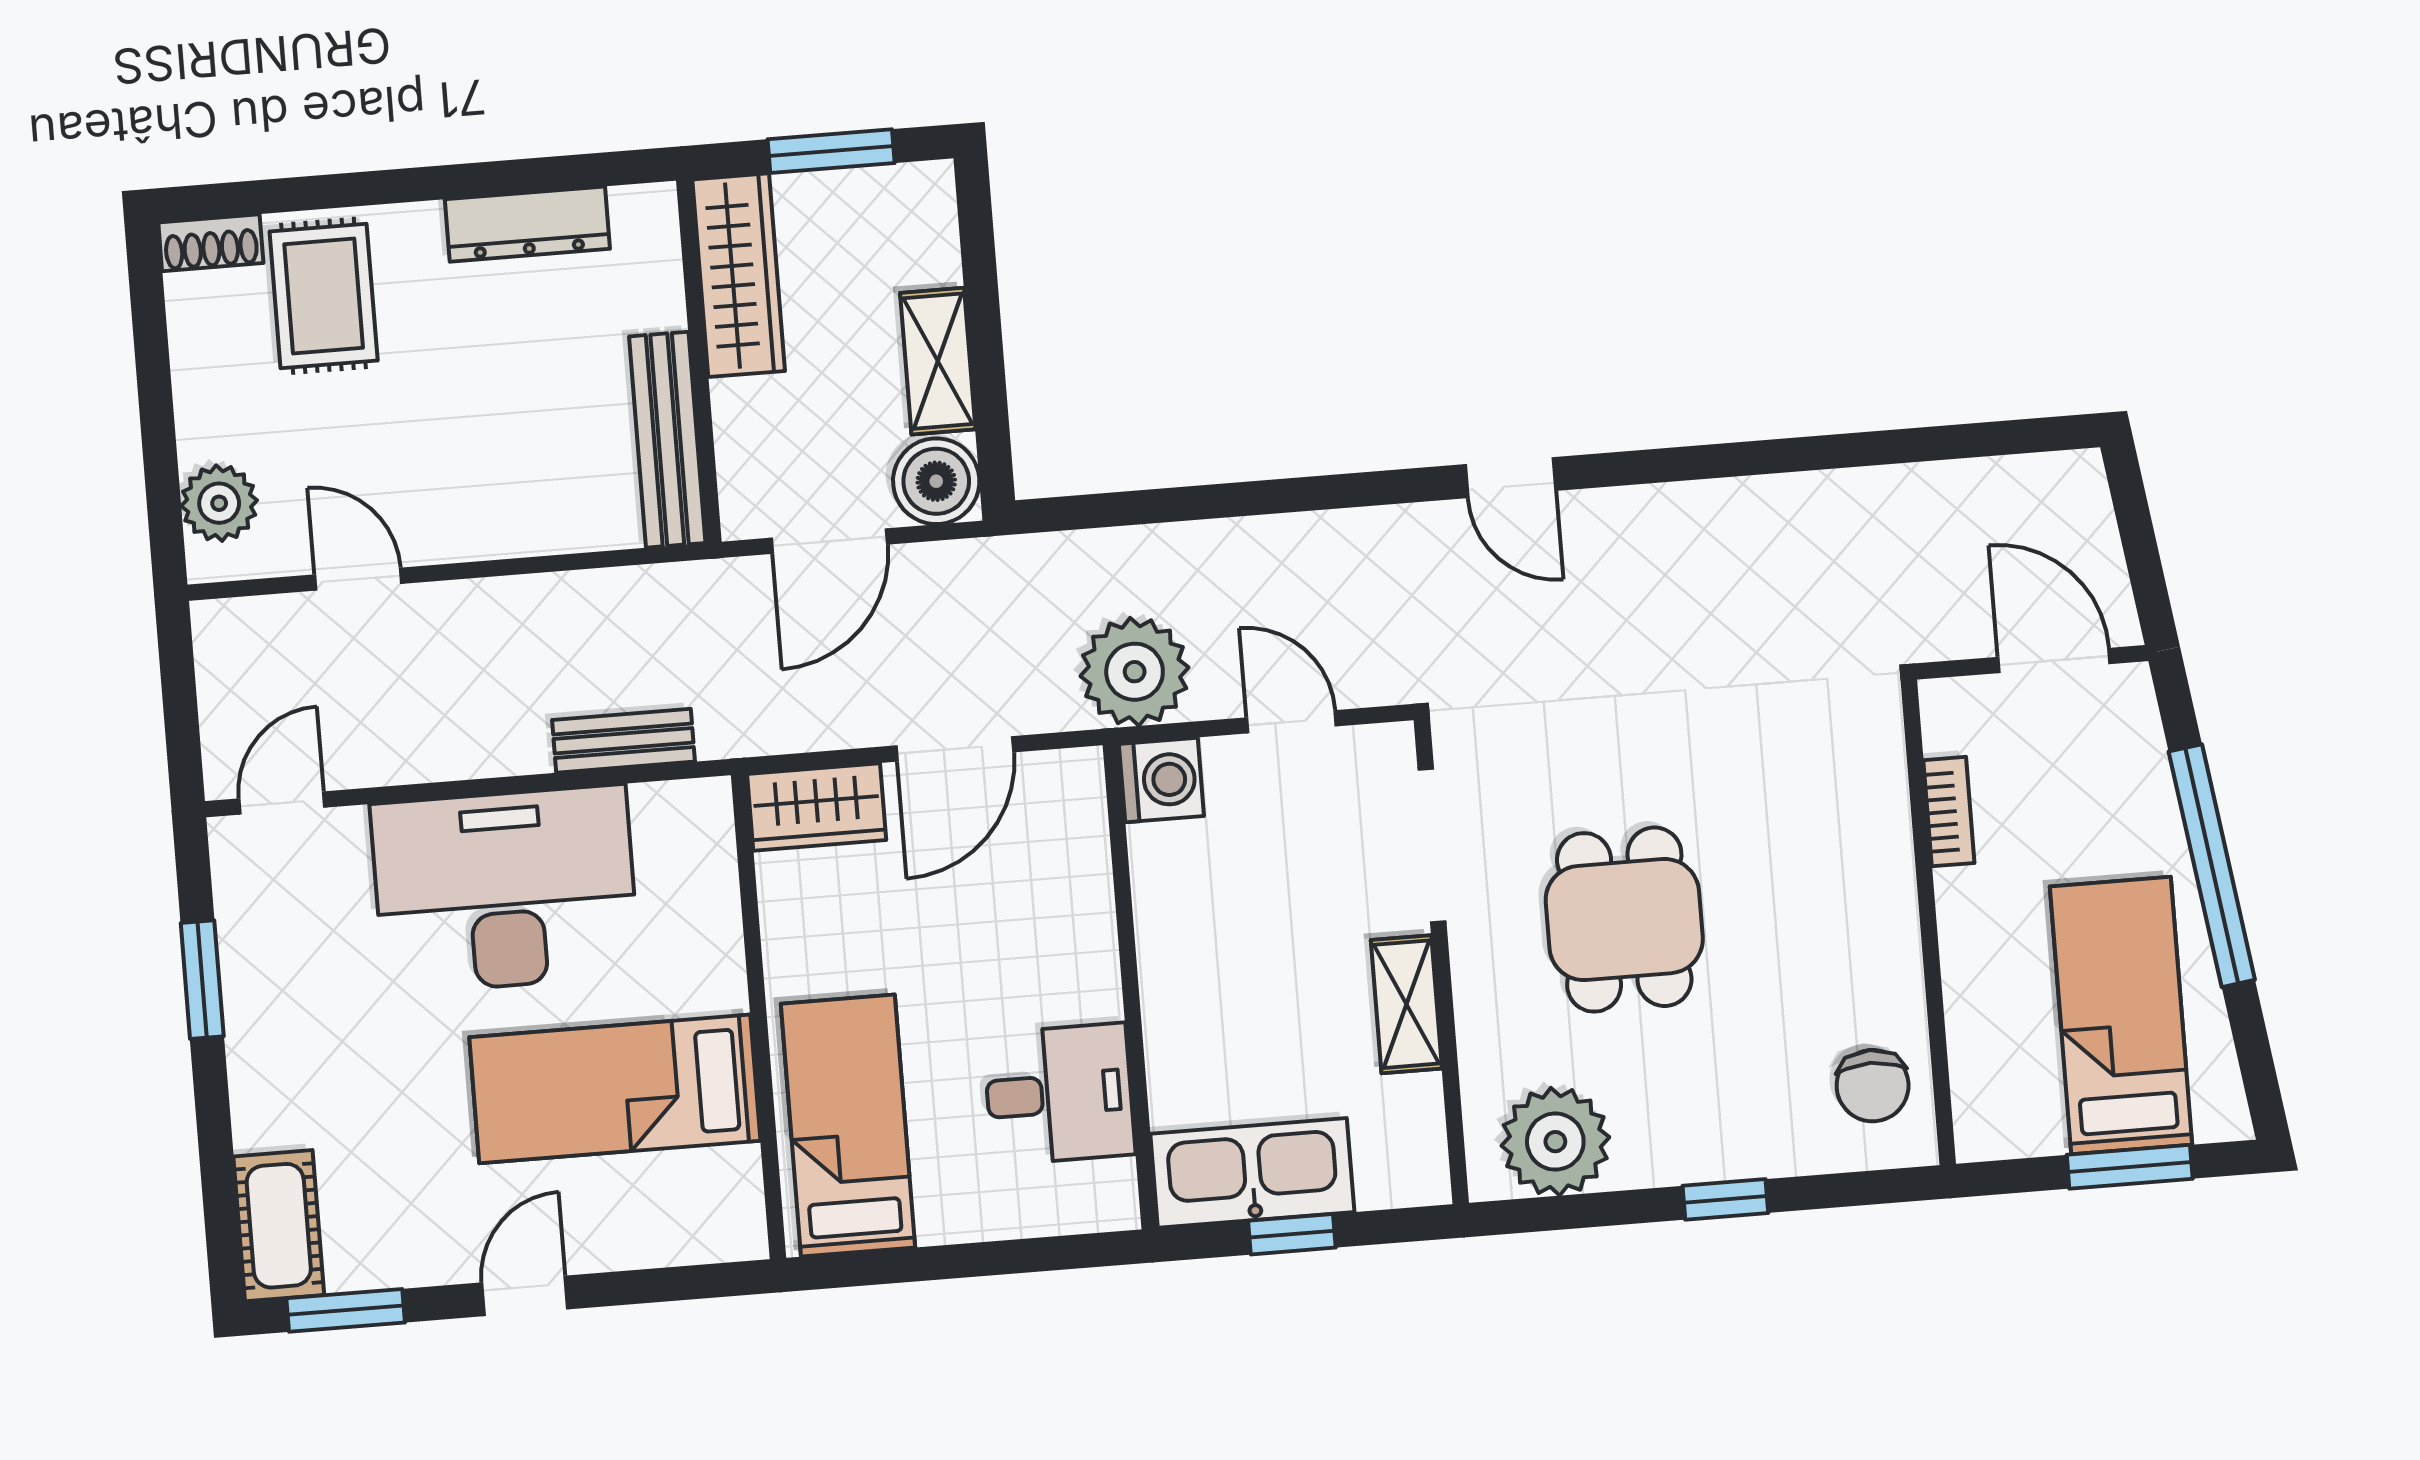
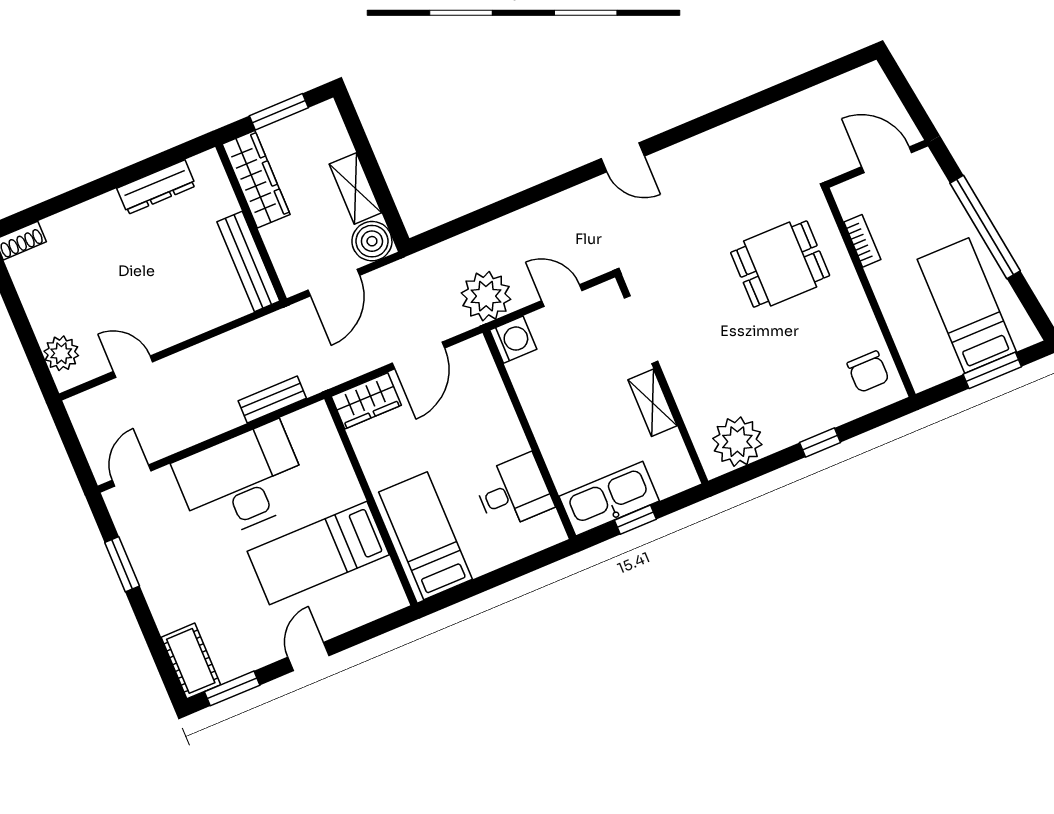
rug: (324, 296) -> (77, 248), removed
dining table: (1624, 920) -> (780, 264), moved, turned 90

